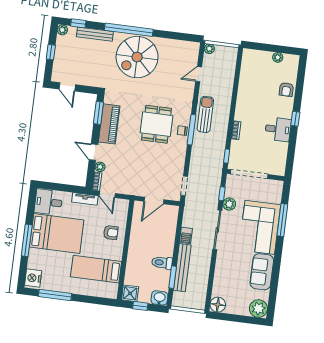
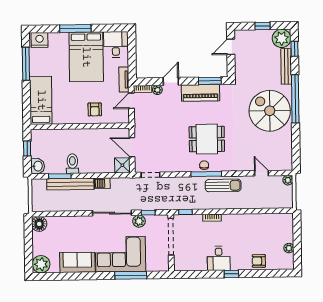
plant: (62, 30) -> (282, 38), width x1.88, depth x1.88
bed: (96, 269) -> (41, 100), moved
shower: (130, 293) -> (122, 165), moved

